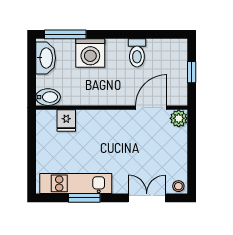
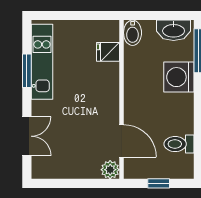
toilet: (137, 53) -> (179, 144), moved
stool: (178, 186) -> (39, 169), removed

